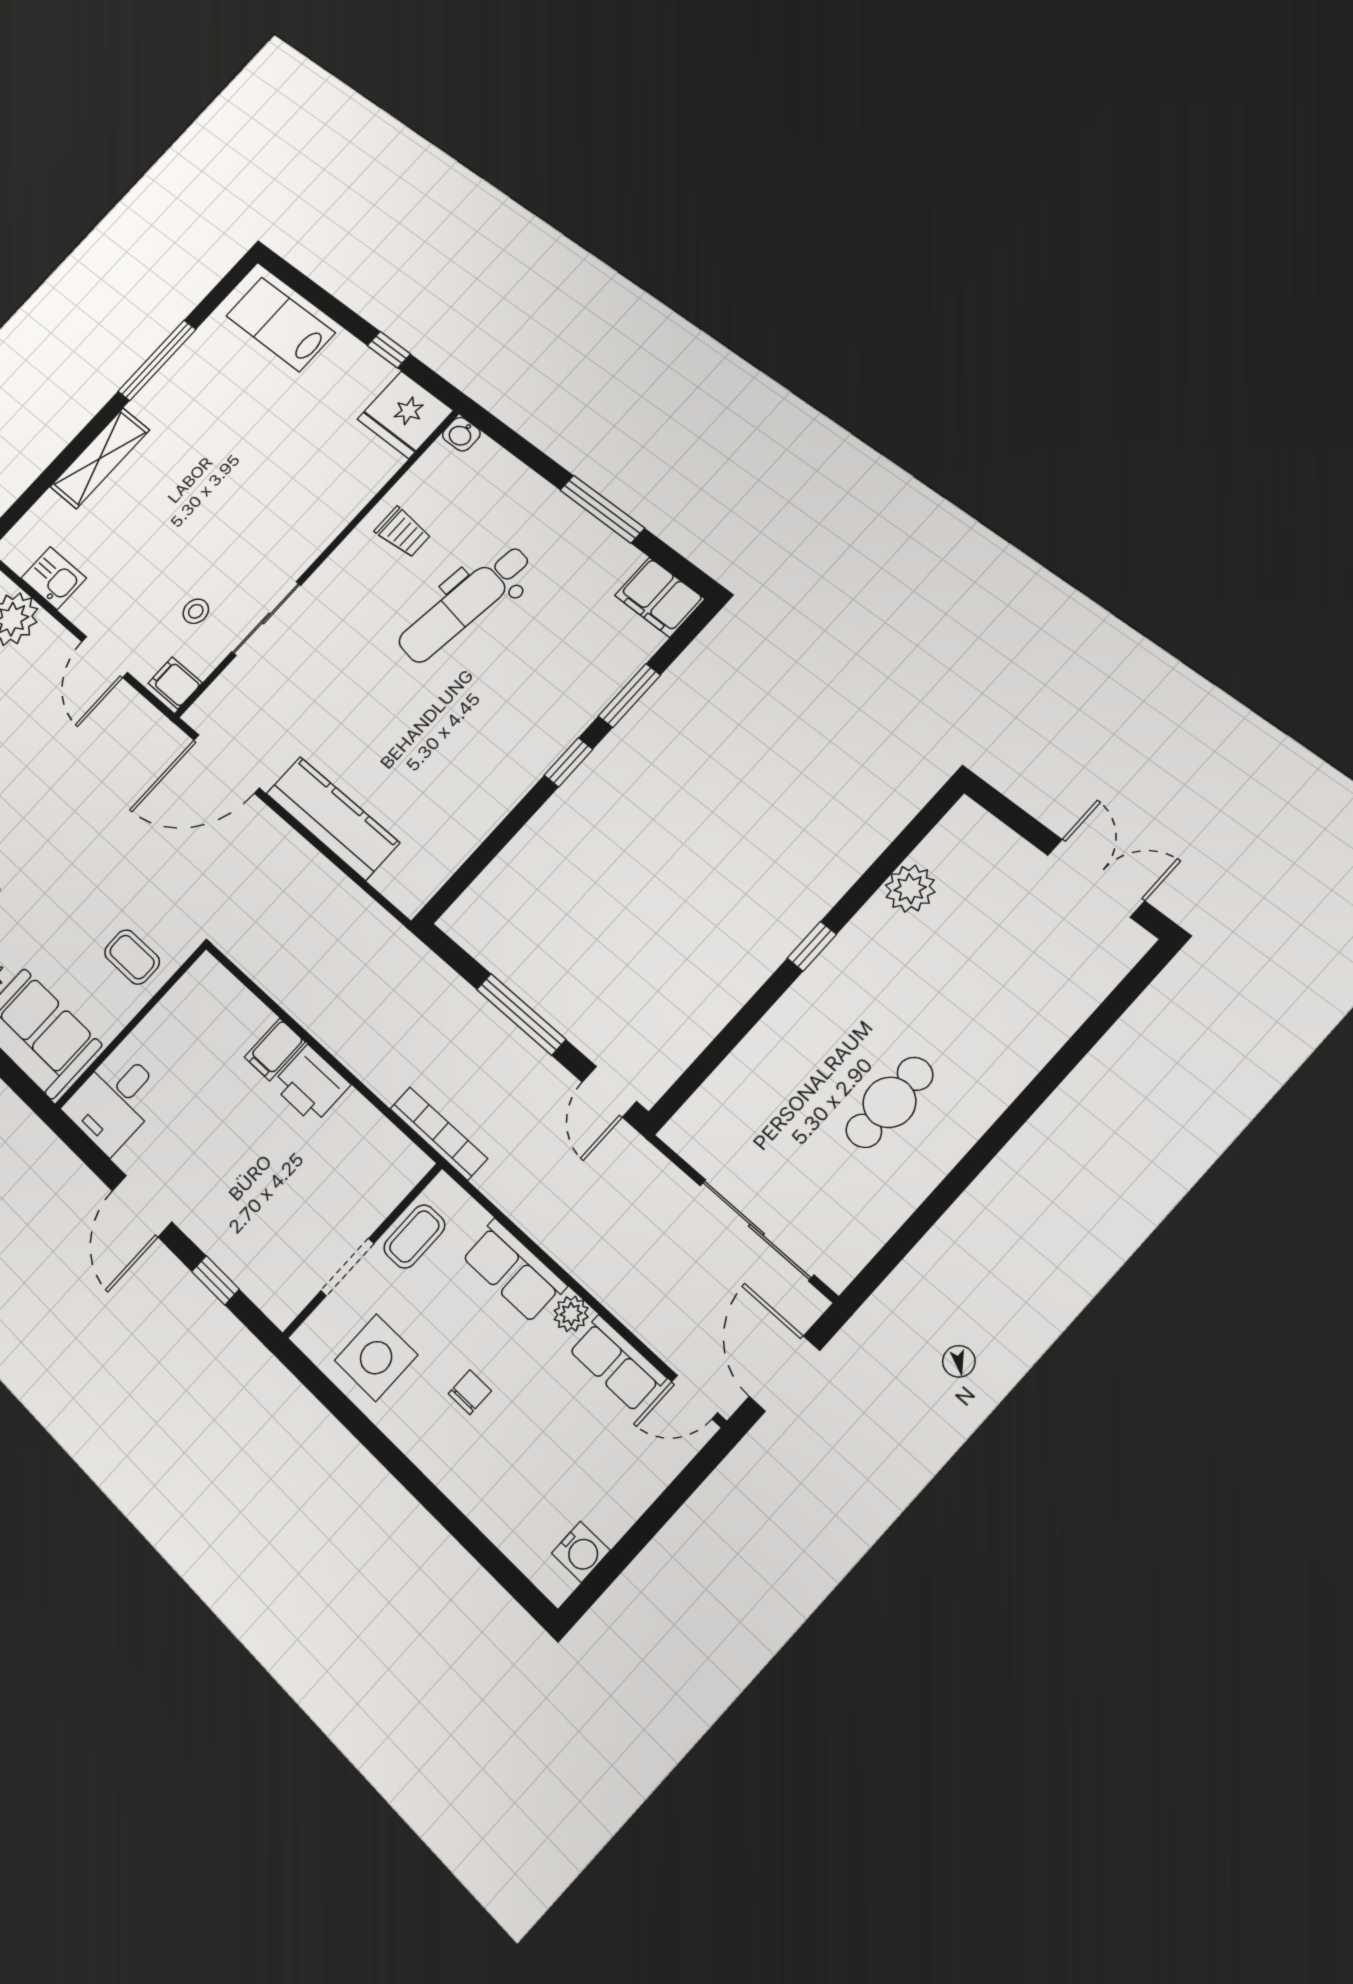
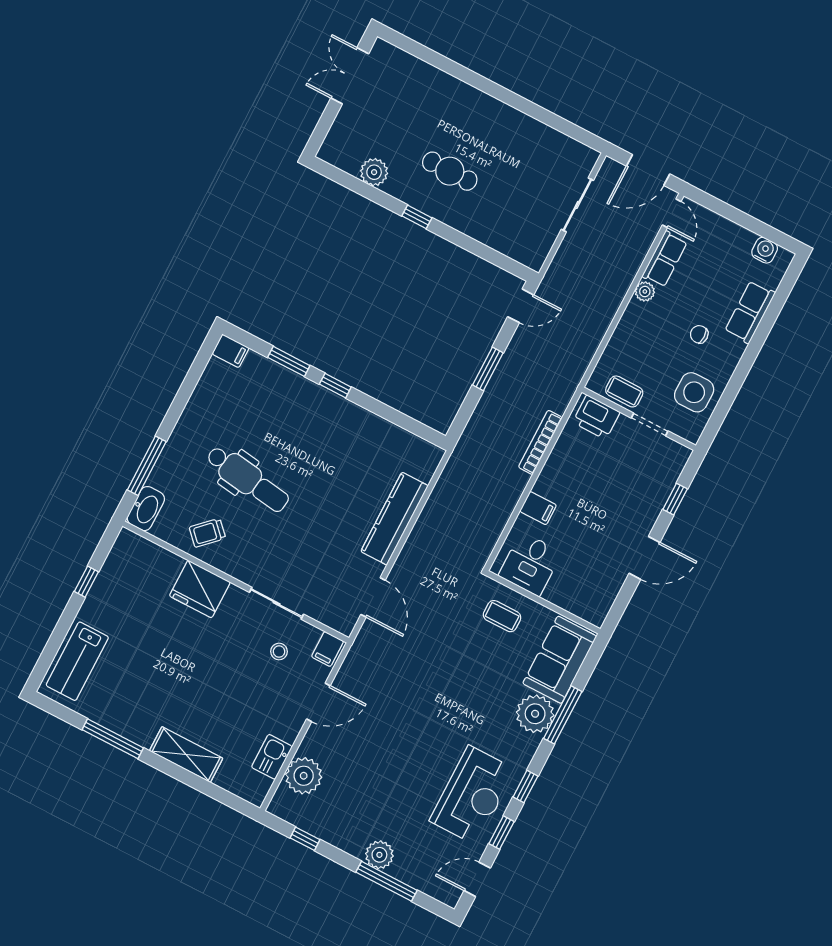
fridge: (405, 415) -> (200, 589), moved, turned 90
washbasin: (461, 434) -> (146, 509), width x1.91, depth x1.45
window: (602, 509) -> (147, 466), moved
trolley: (403, 532) -> (207, 533), turned -134
filing cabinet: (660, 597) -> (231, 351), width x0.50
door: (226, 764) -> (373, 597), width x0.73
coffee table: (132, 957) -> (502, 616), turned 90
window: (521, 1014) -> (488, 369), width x0.69
printer: (311, 1085) -> (596, 417), moved, turned 90
desk: (114, 1101) -> (530, 564), moved, turned 90
cafe table: (889, 1102) -> (450, 171), moved
bookcase: (439, 1133) -> (540, 442), moved
sliding door: (756, 1230) -> (577, 205), width x0.73
row of seats: (514, 1271) -> (750, 312), moved, turned 180

